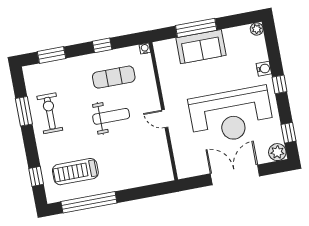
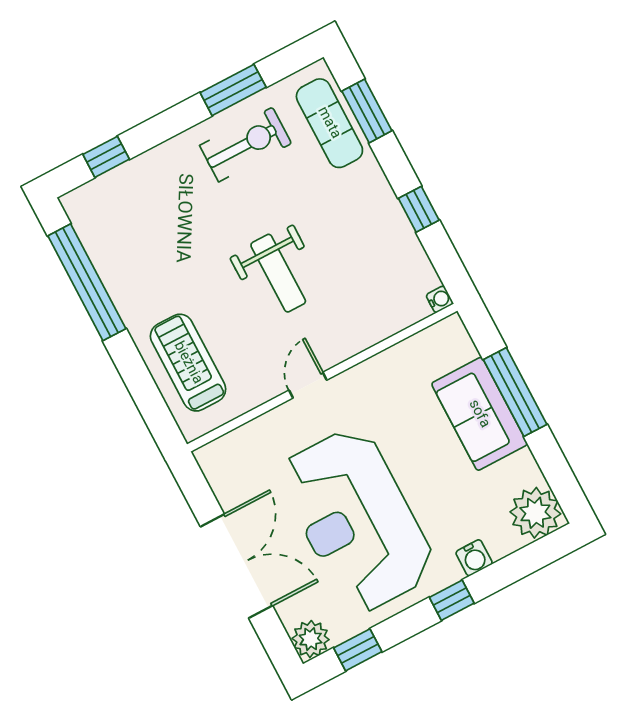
plant: (257, 29) -> (535, 513), width x1.88, depth x1.88
exercise mat: (114, 77) -> (329, 123), moved
treadmill: (75, 172) -> (188, 363), moved

